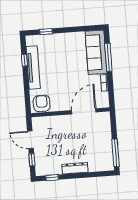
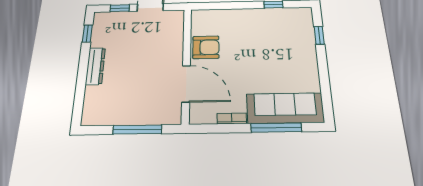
tv unit: (33, 68) -> (262, 15), removed
armchair: (42, 103) -> (206, 47), moved
window: (116, 153) -> (137, 130), moved

